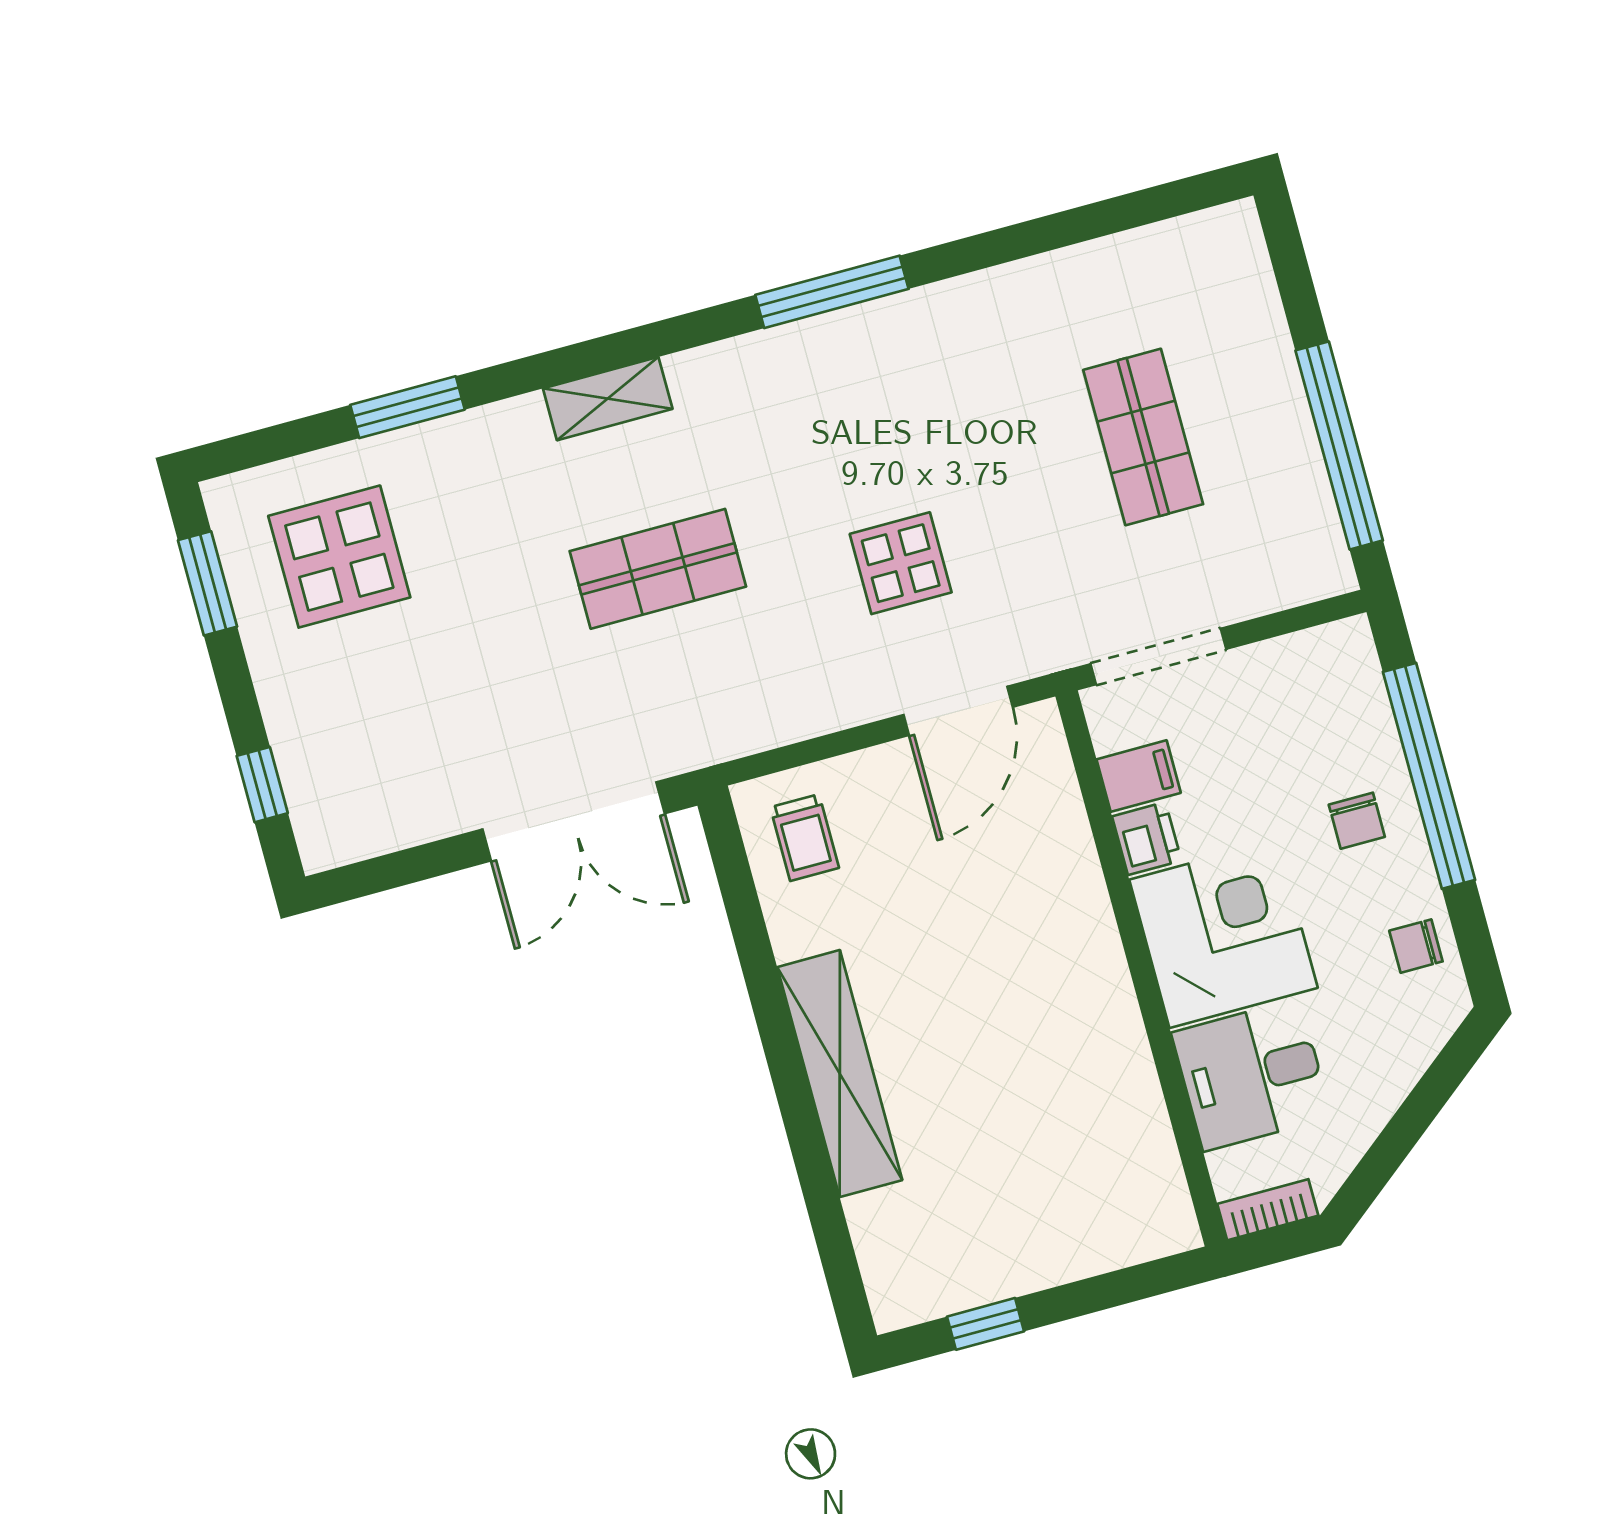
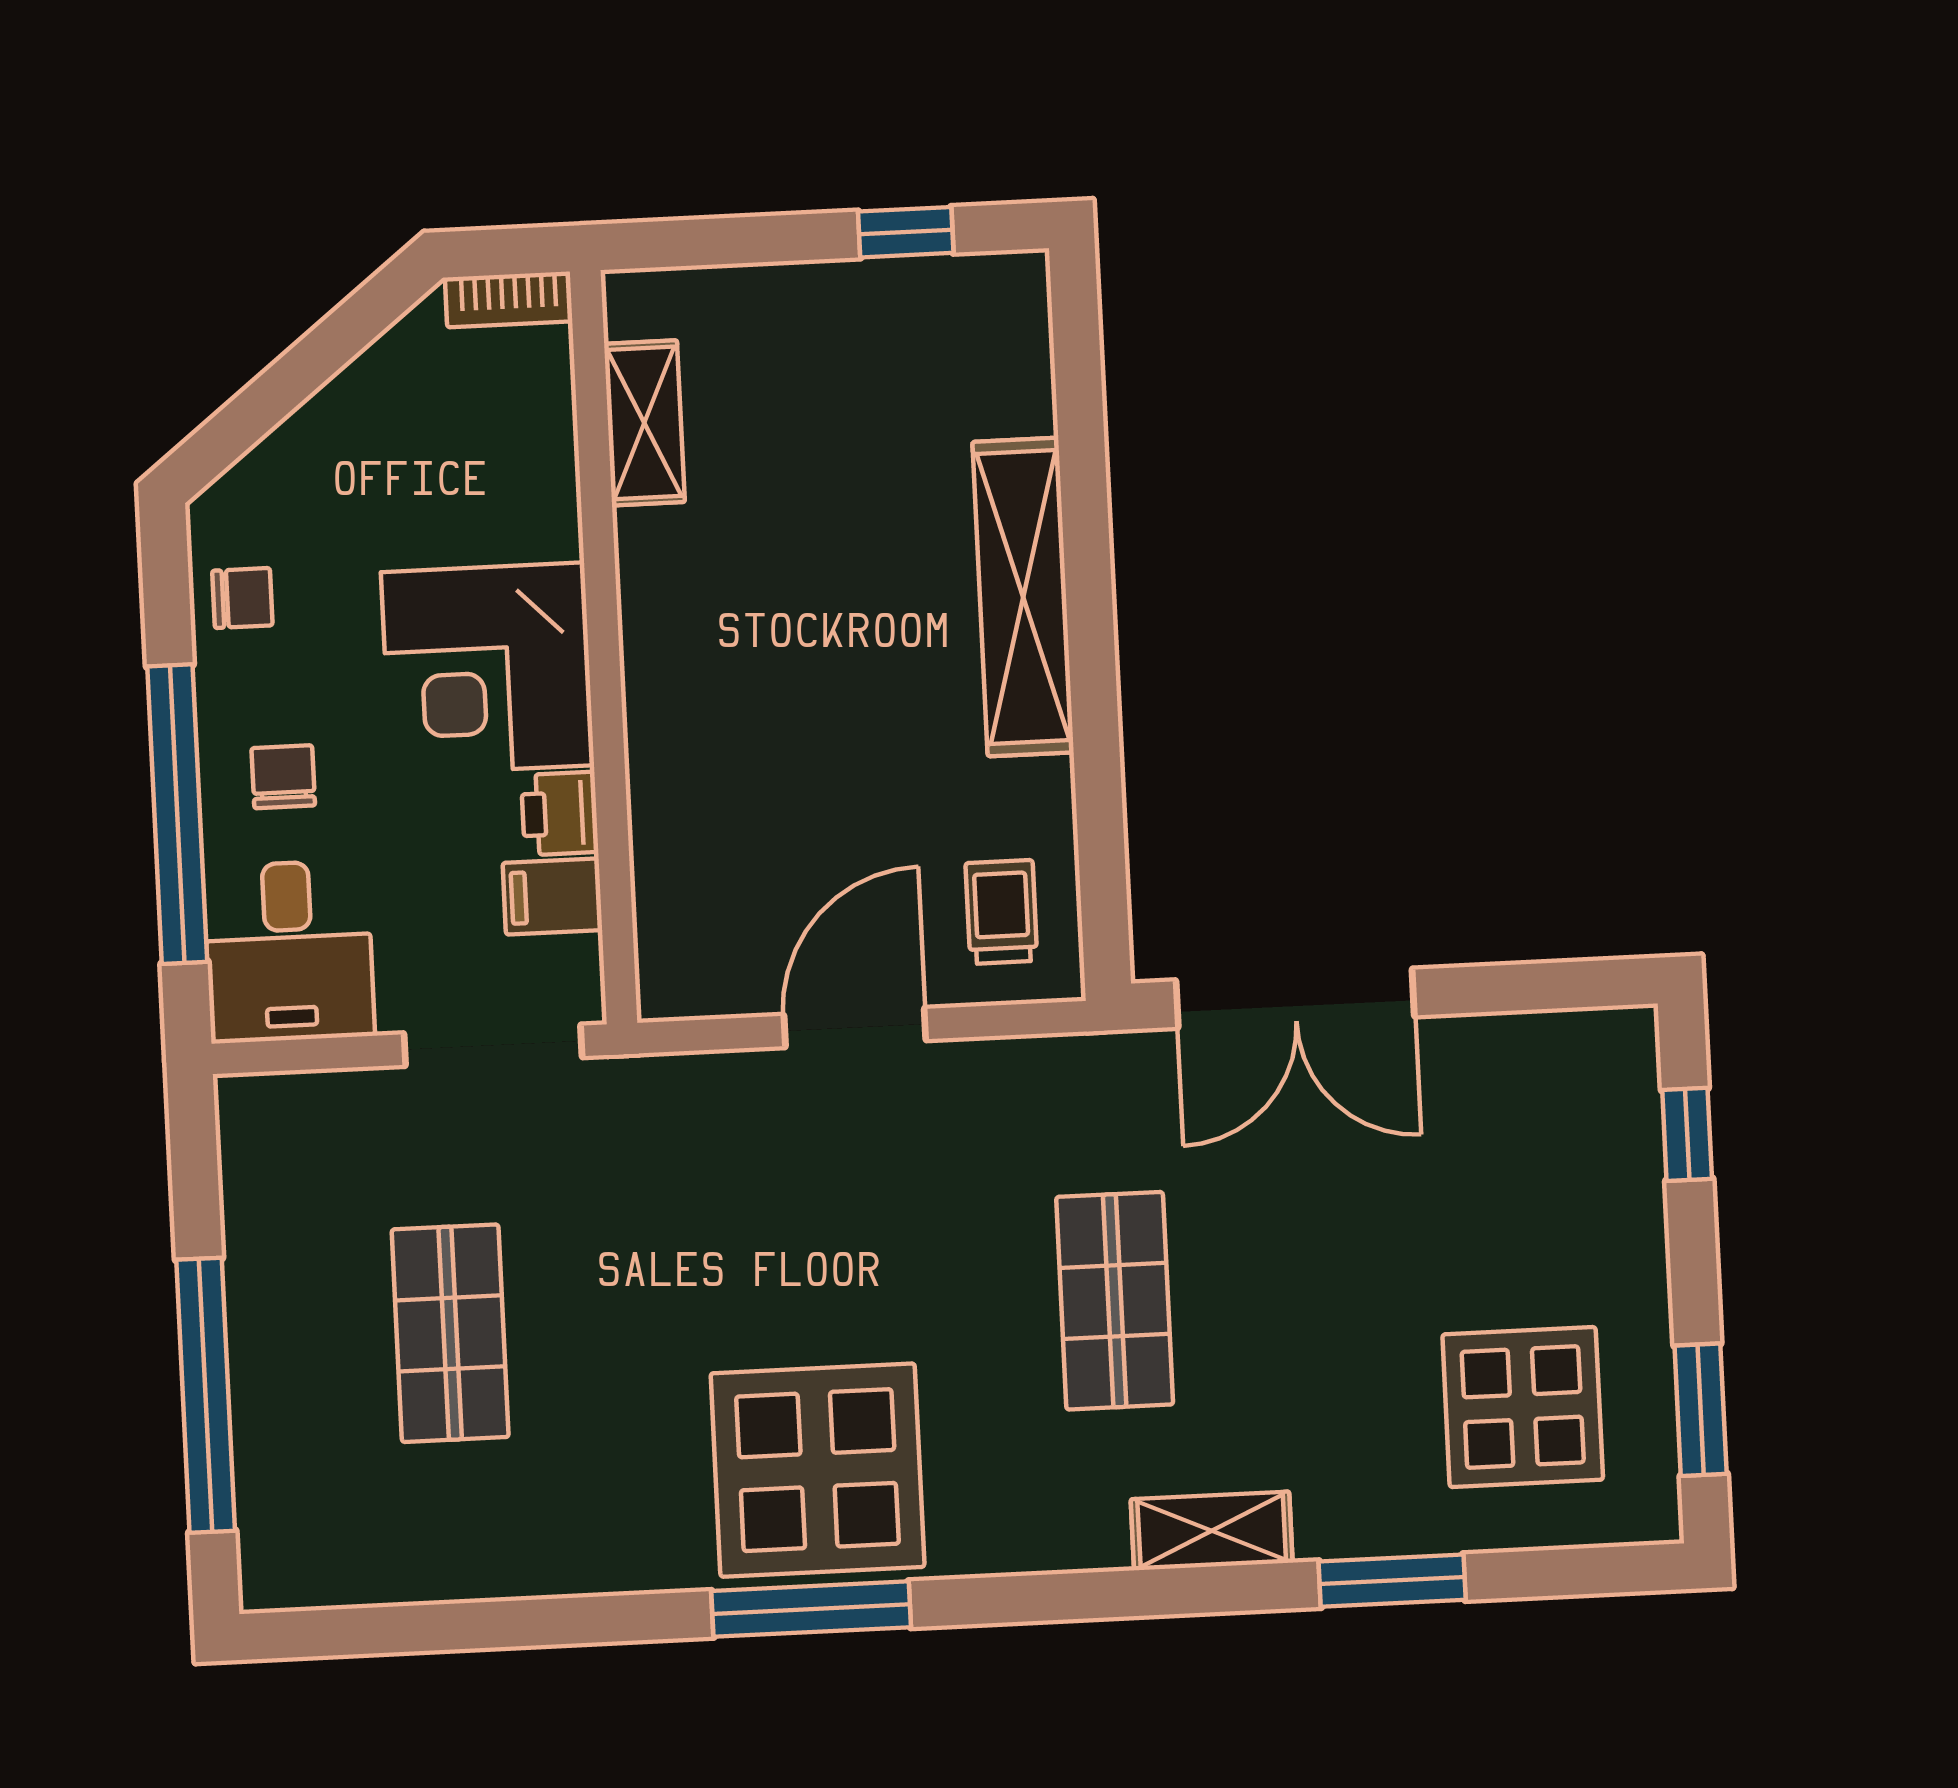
shelving: (608, 399) -> (1212, 1531), moved
window: (1339, 445) -> (206, 1395), moved
display table: (901, 563) -> (818, 1470), moved, width x1.86, depth x1.86
shop shelf: (658, 569) -> (1115, 1301), turned 90
door: (958, 711) -> (855, 1028), moved
double door: (574, 821) -> (1295, 998), swing flipped
desk: (1251, 1075) -> (289, 951), moved, turned 90
shelving: (1148, 1141) -> (644, 423), added

